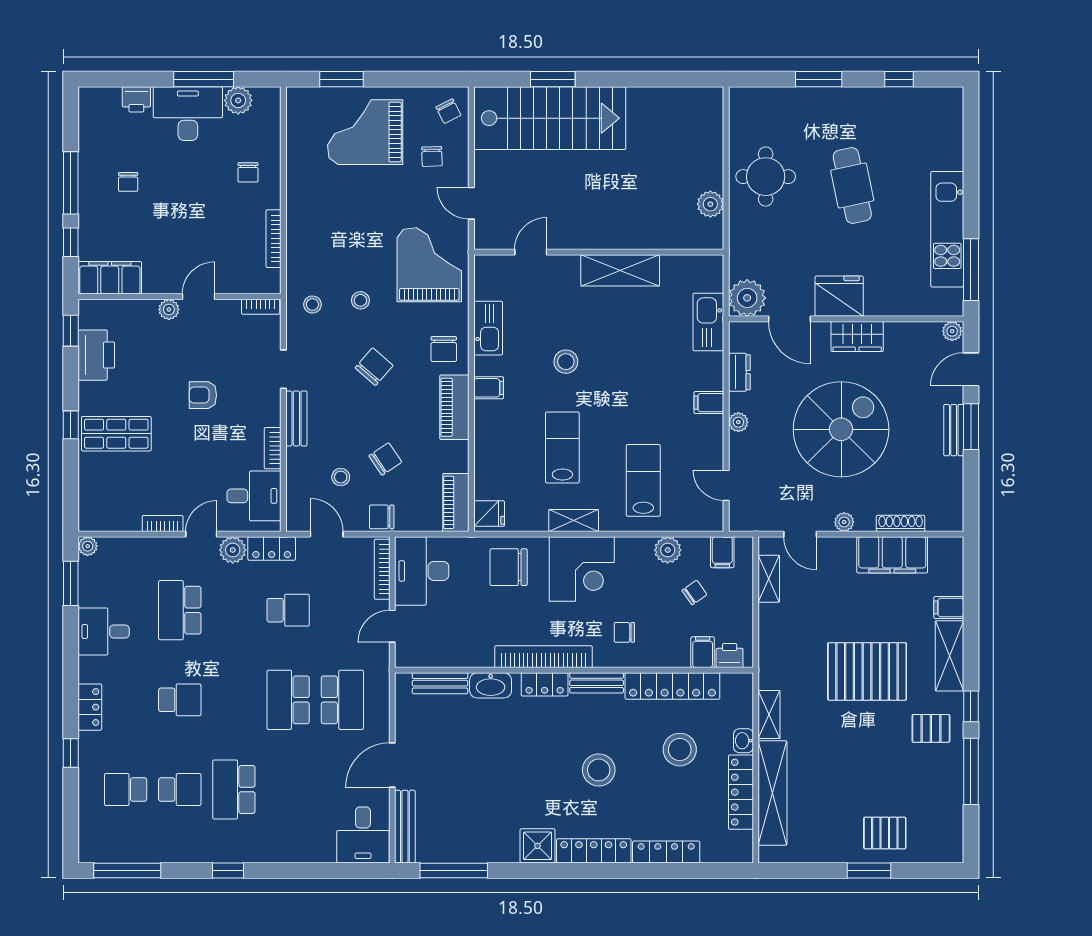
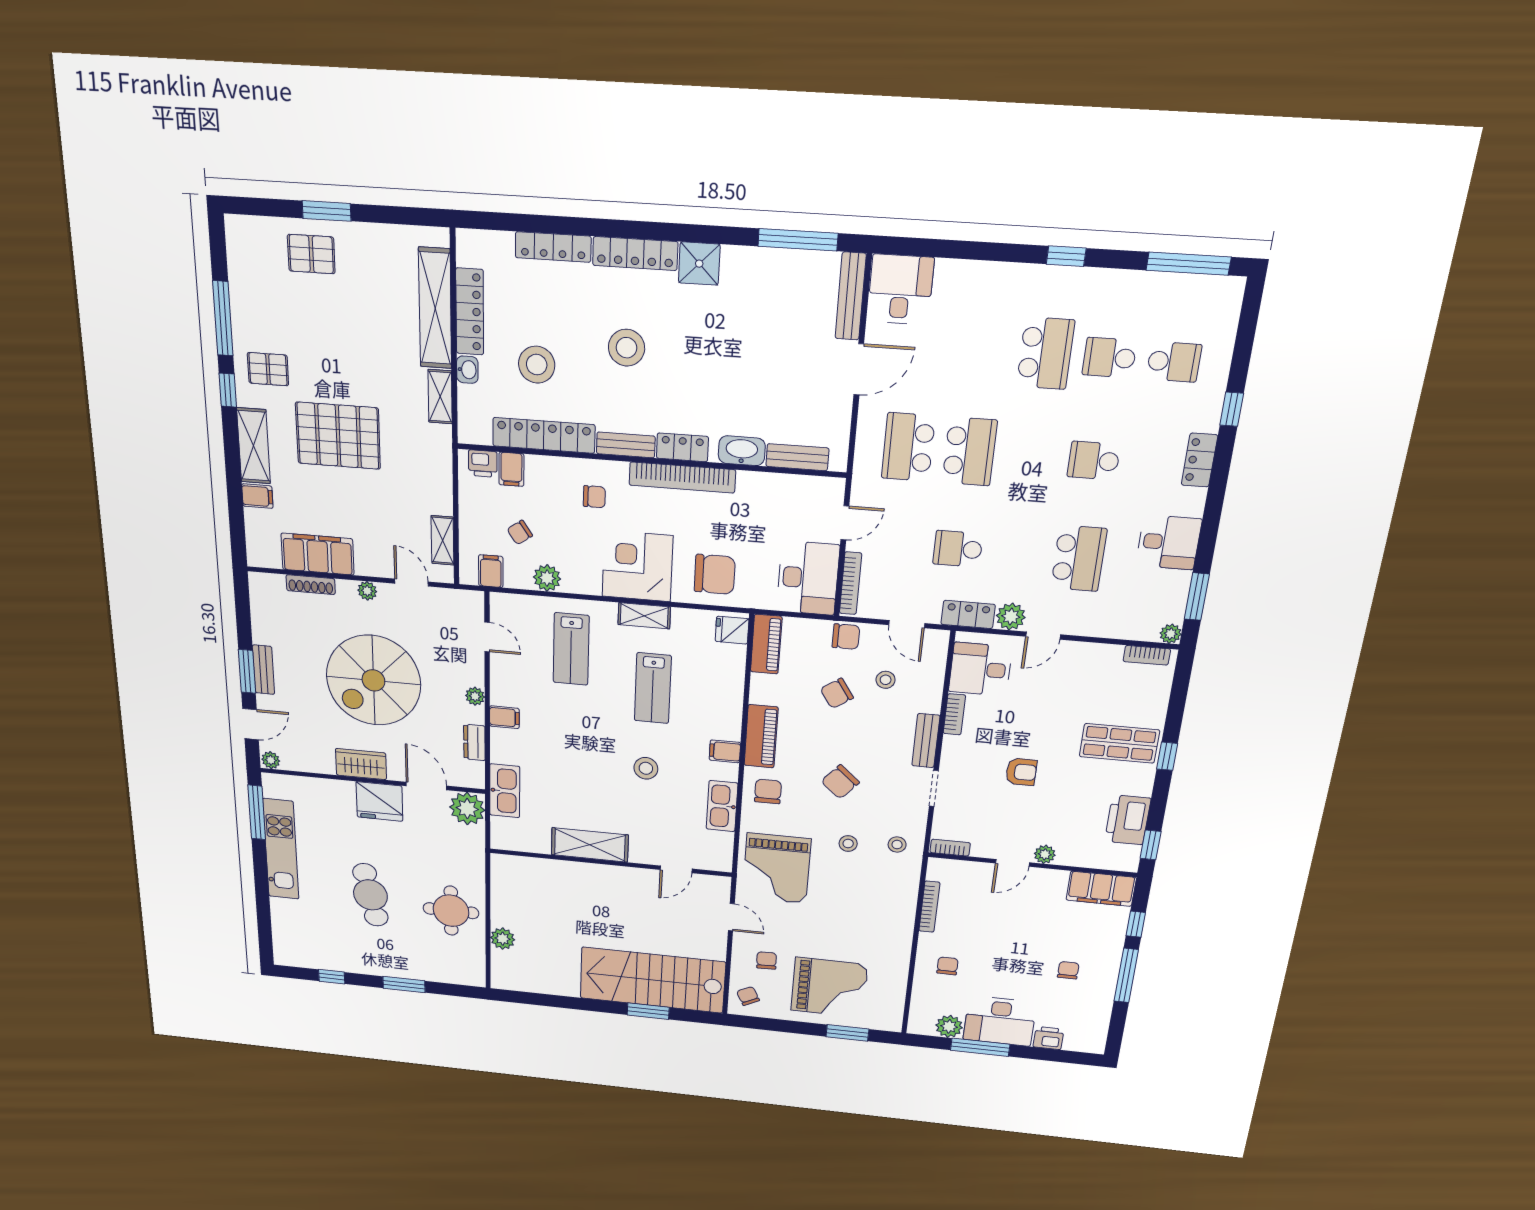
plant: (710, 204) -> (503, 939), moved
bookcase: (163, 524) -> (1147, 655), moved

